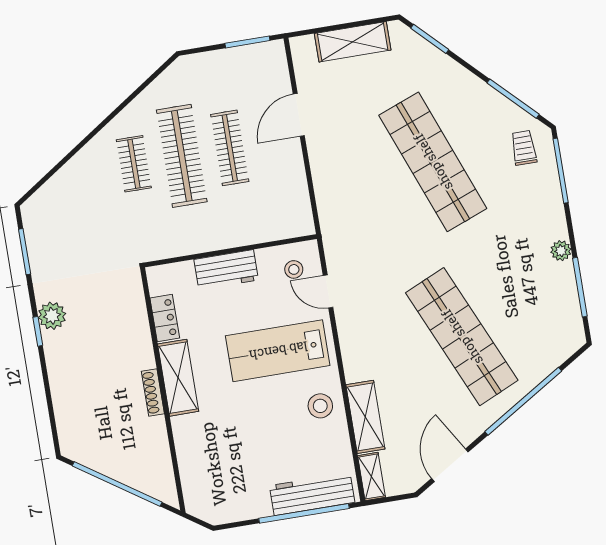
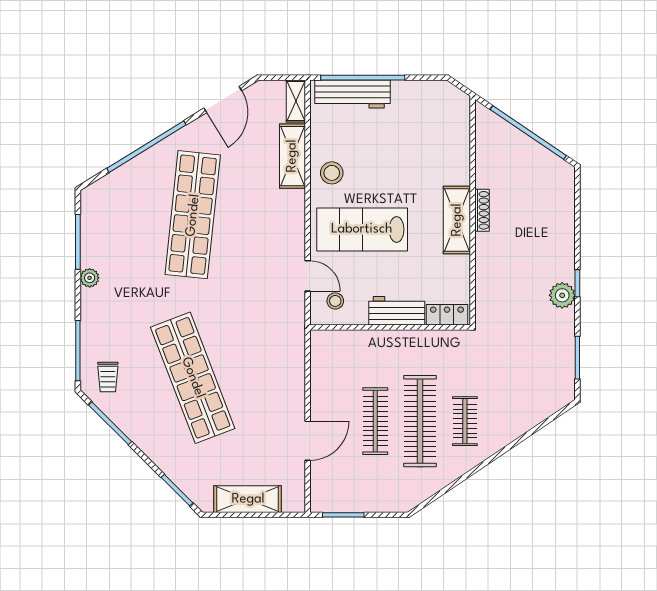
locker: (165, 318) -> (447, 315), moved, turned 90
shop shelf: (462, 337) -> (193, 215), turned 30
lab bench: (278, 351) -> (362, 229), turned 180

